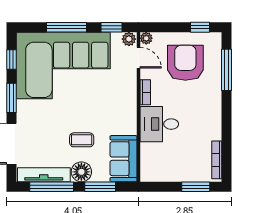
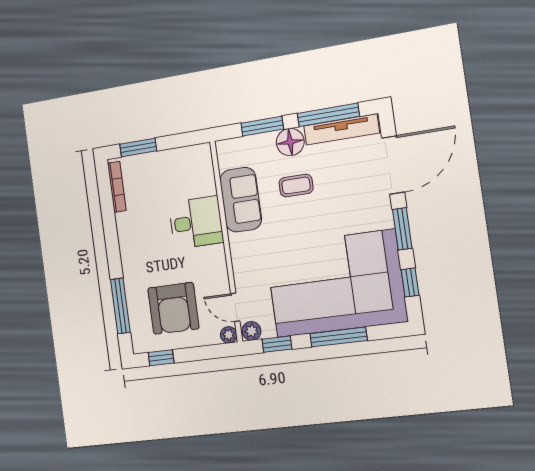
bookcase: (145, 92) -> (220, 262), removed
sofa: (123, 159) -> (241, 200), moved

